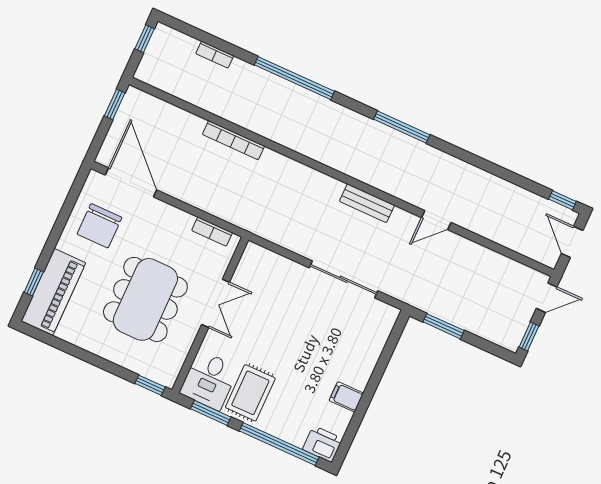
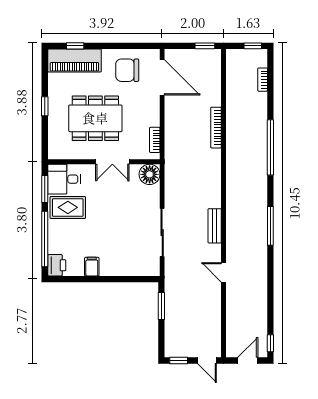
bookcase: (215, 55) -> (263, 80), moved
door: (131, 182) -> (162, 77), hinge flipped
floor lamp: (256, 260) -> (150, 174), added
window: (150, 385) -> (45, 106), moved

